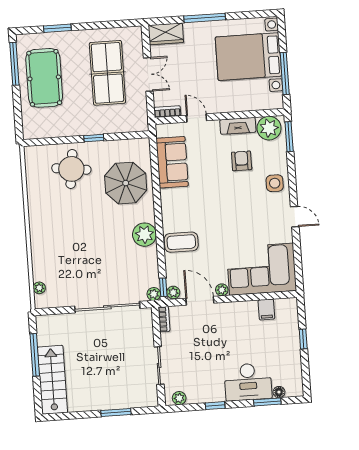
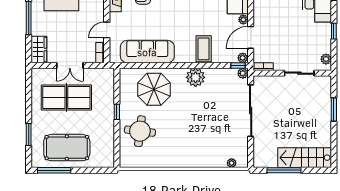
double door: (148, 74) -> (70, 66), swing flipped
sofa: (172, 162) -> (147, 52), width x1.36

